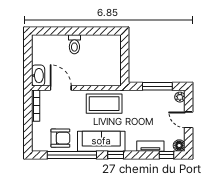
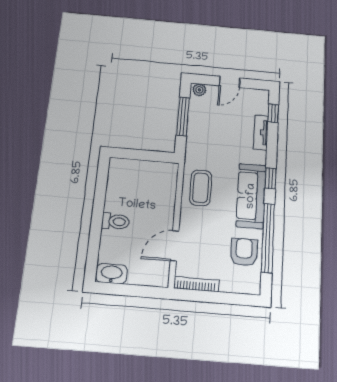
washbasin: (38, 76) -> (112, 274), moved
coffee table: (104, 104) -> (201, 188), width x0.73, depth x0.76
floor lamp: (179, 145) -> (262, 96), removed

